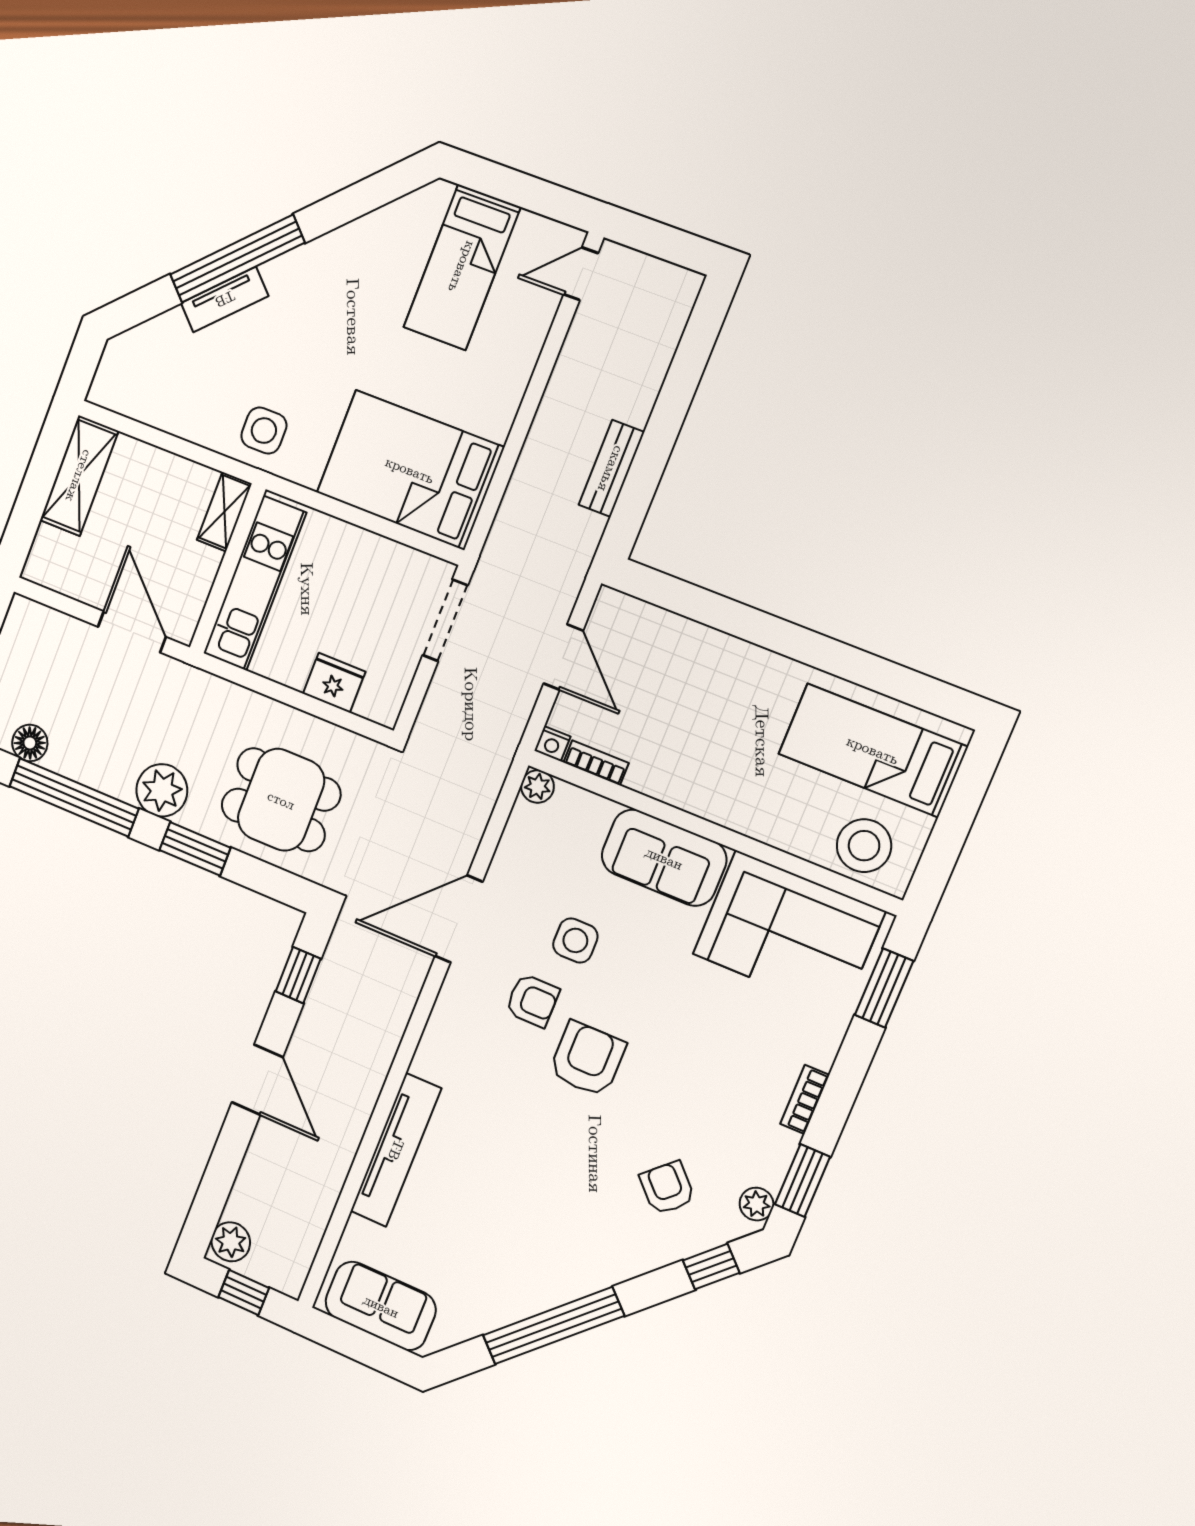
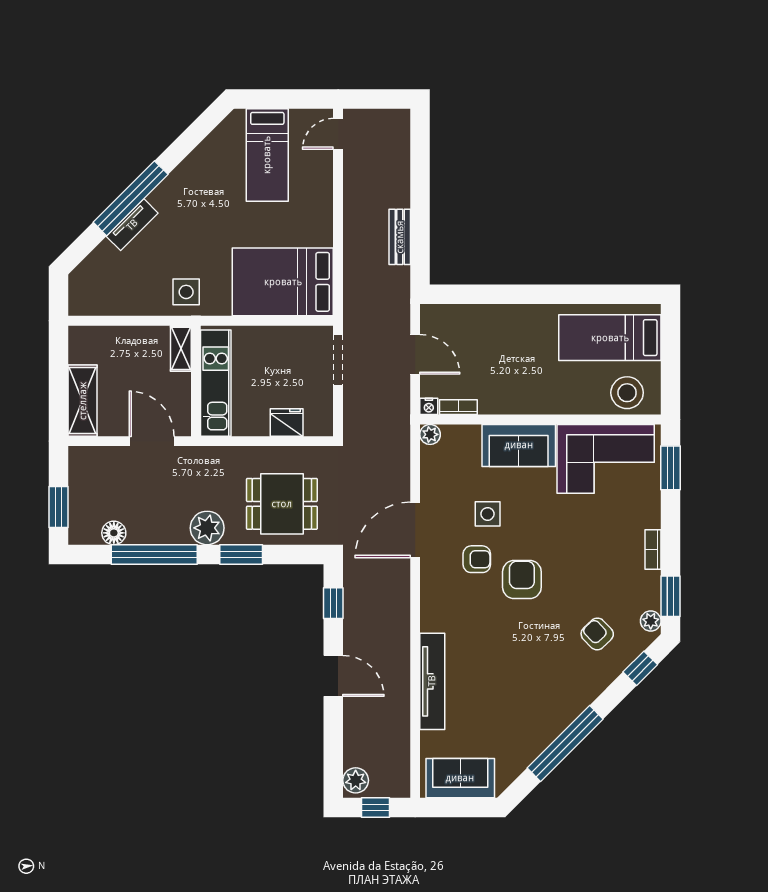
shelving: (79, 476) -> (83, 401), moved

